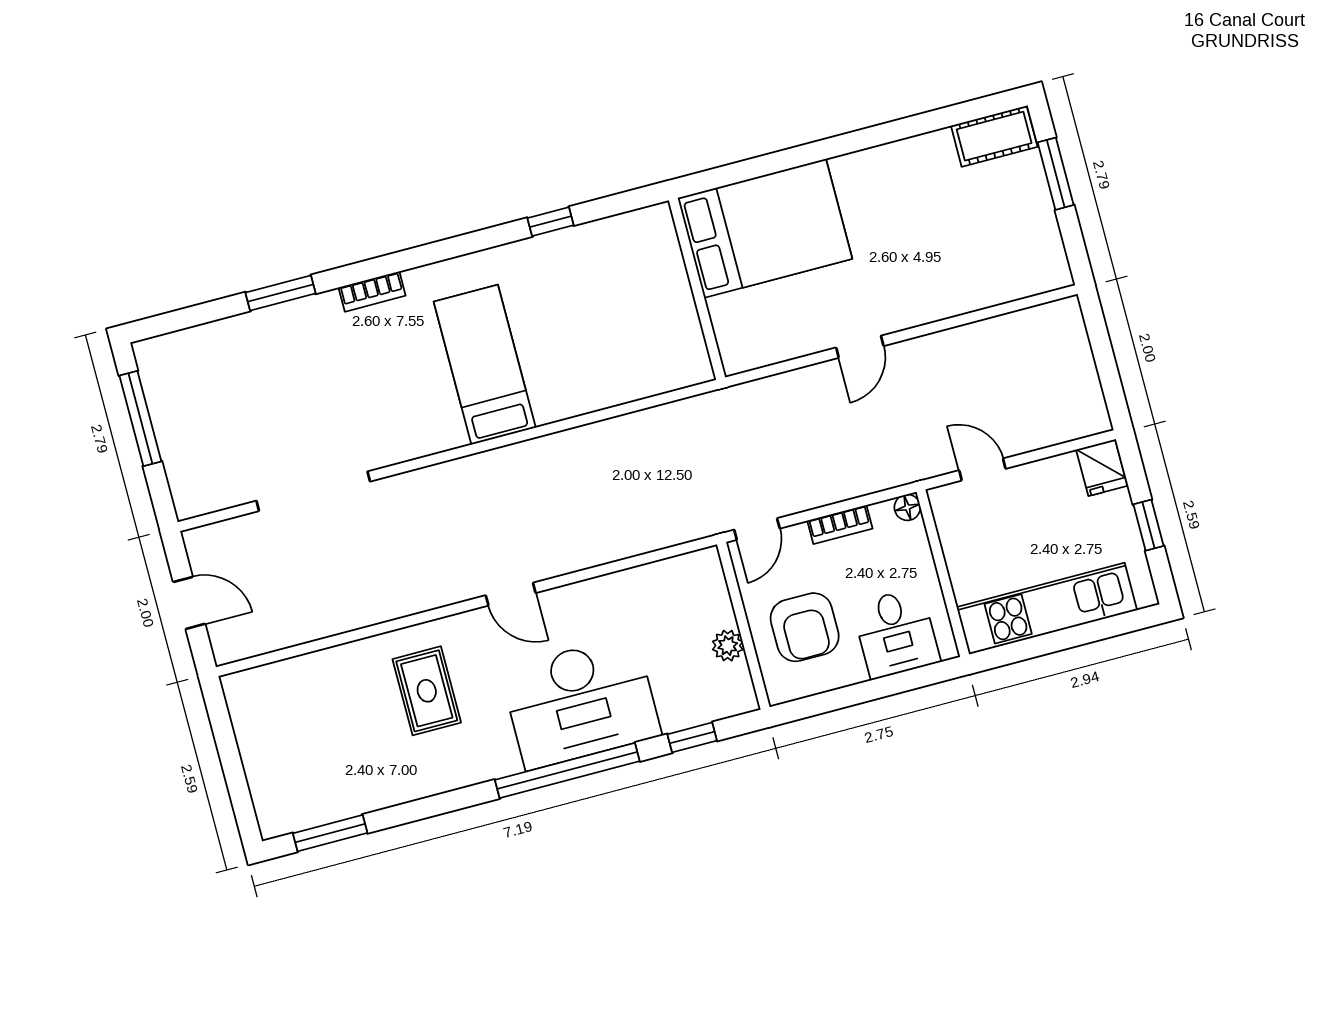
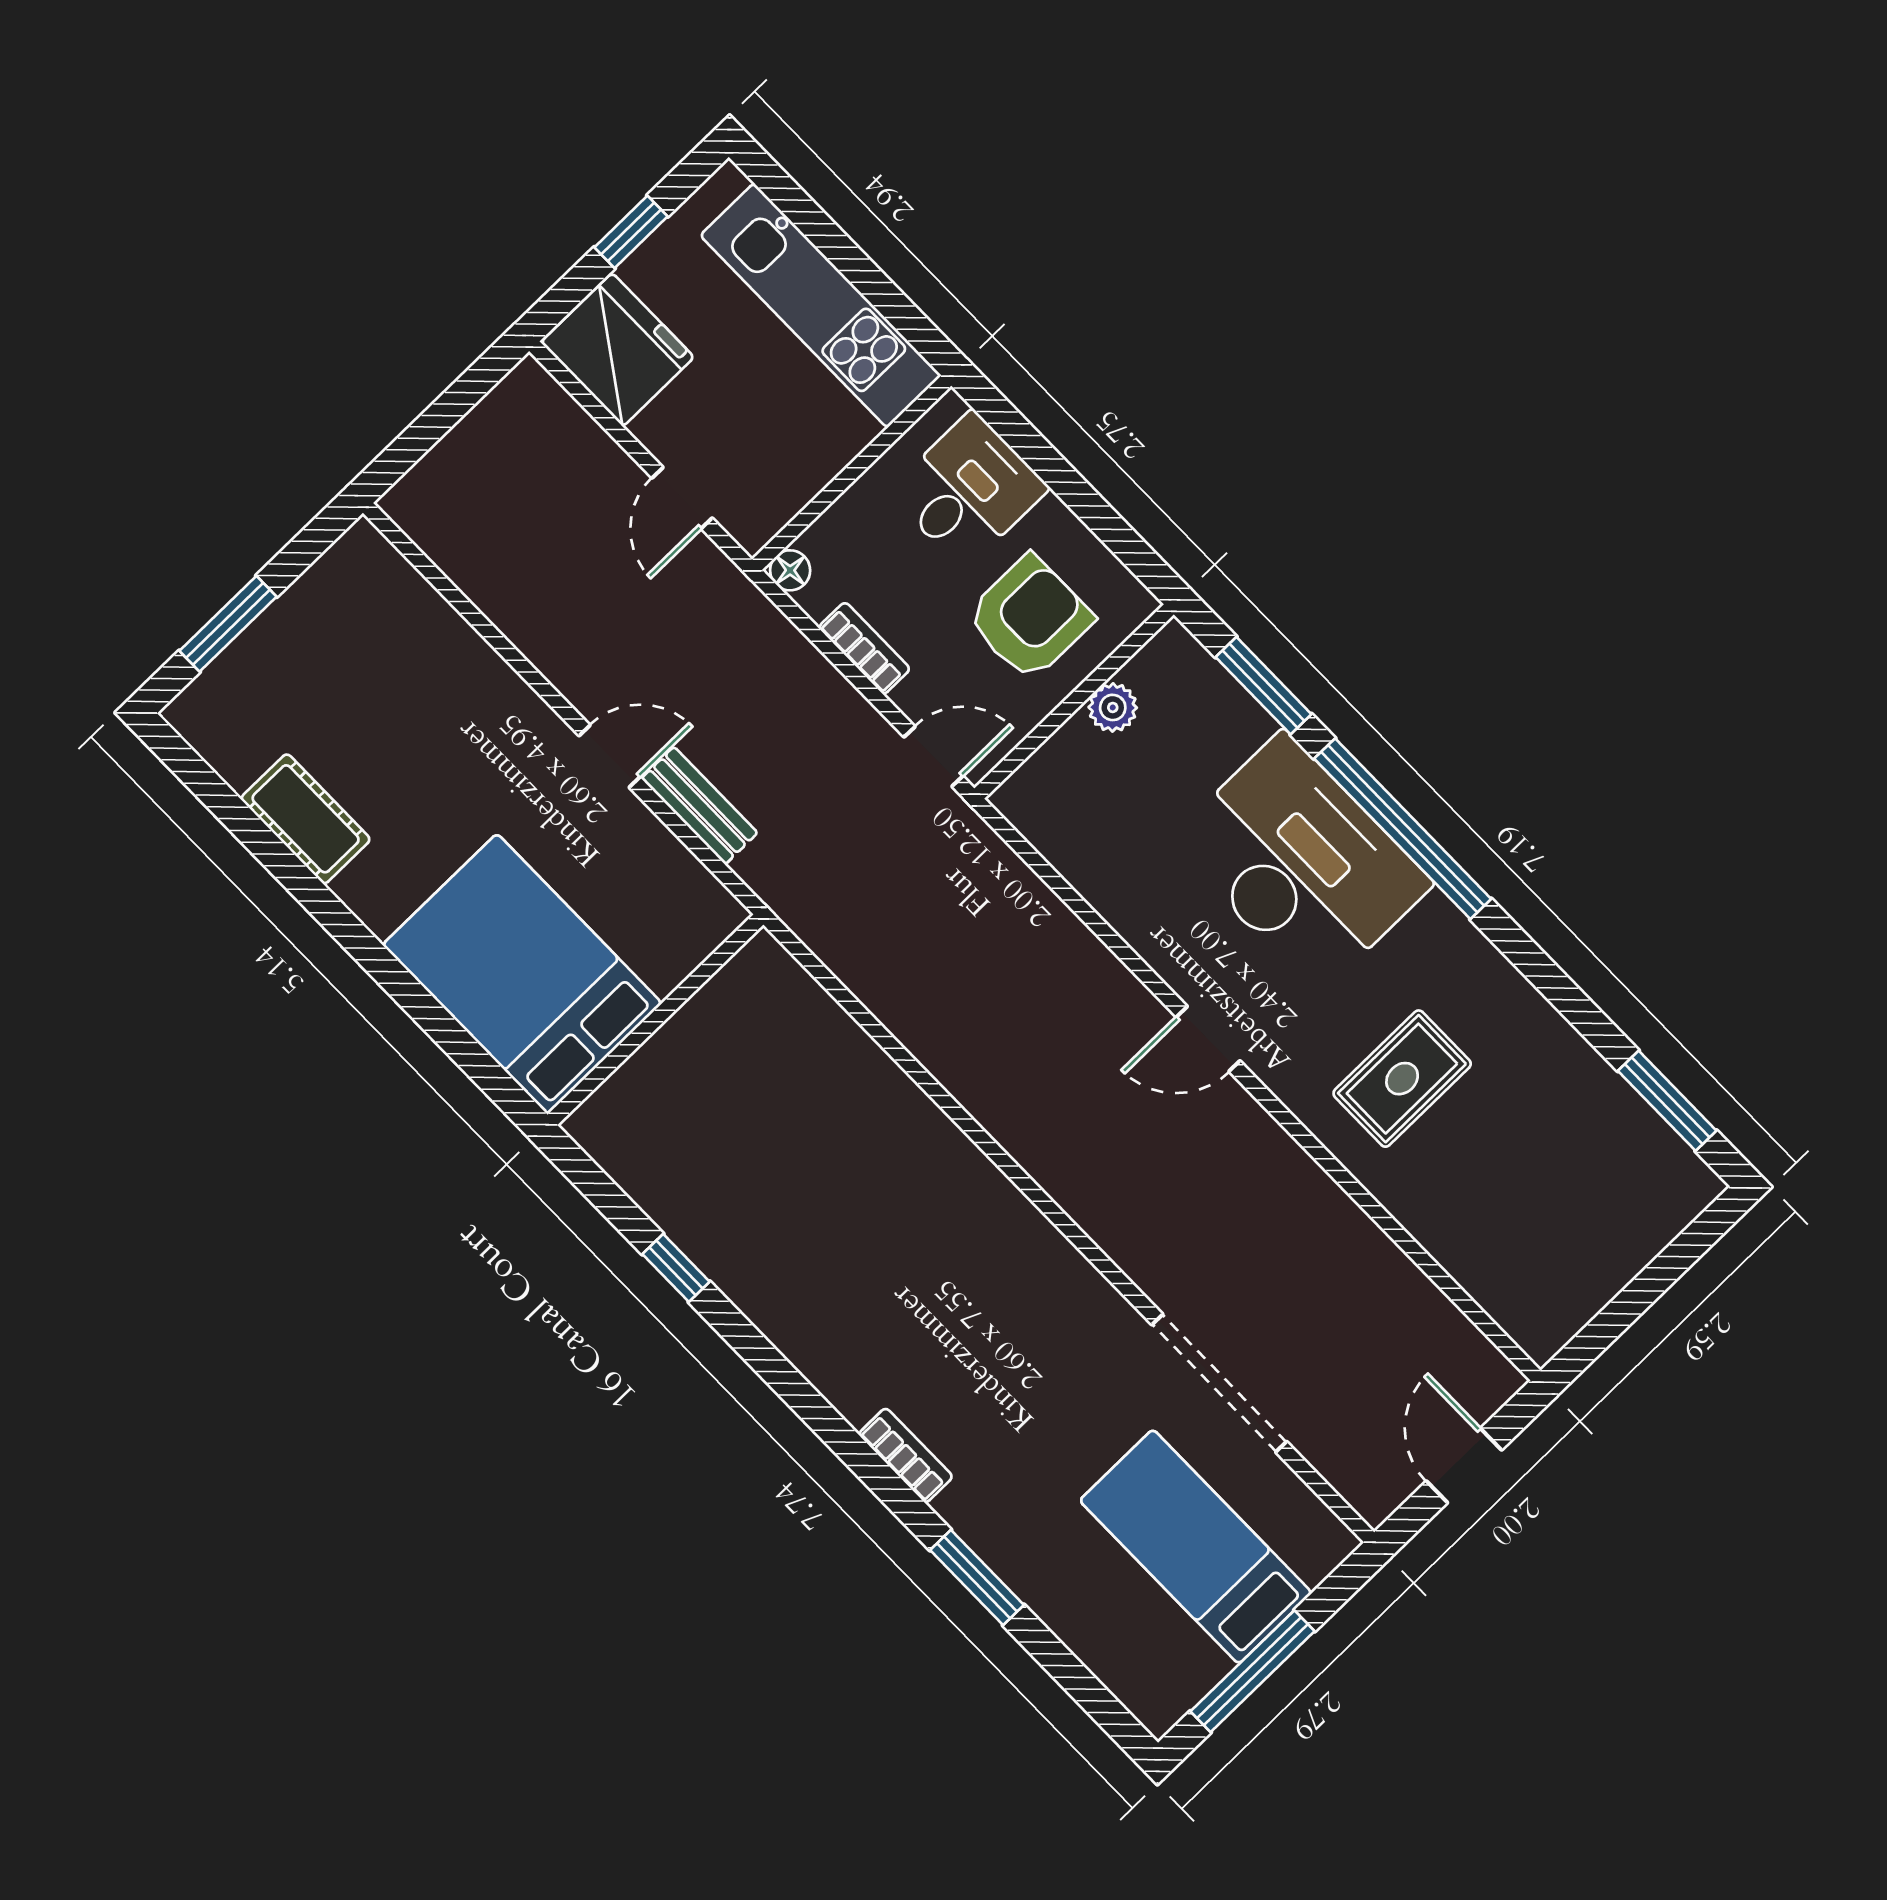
cot: (994, 136) -> (306, 819), moved
bed: (485, 365) -> (1196, 1547), moved, turned 90
bench: (804, 382) -> (699, 806), added
fridge: (1102, 468) -> (617, 350), width x1.88, depth x1.34
door: (511, 594) -> (1208, 1039), swing flipped
window: (692, 737) -> (1263, 686), width x1.50

